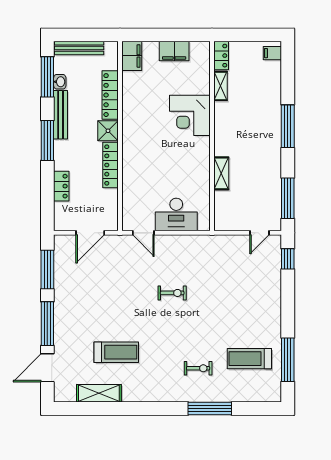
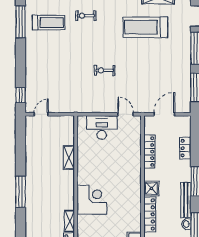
locker: (111, 165) -> (149, 152), moved
window: (288, 198) -> (21, 139), removed
treadmill: (116, 352) -> (145, 27), width x1.37, depth x1.38

